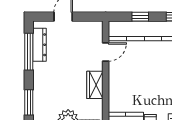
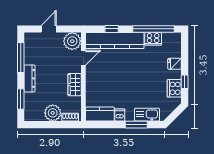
plant: (92, 32) -> (72, 41), added
dresser: (40, 45) -> (29, 78), moved

